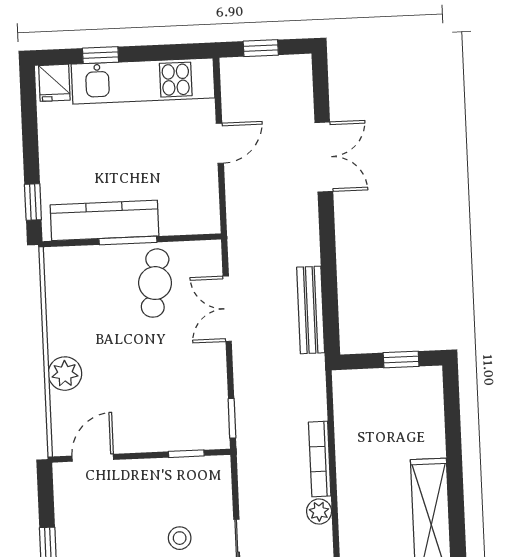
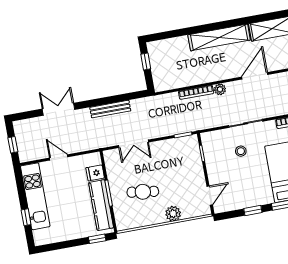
fridge: (54, 83) -> (95, 173), moved, turned 180
cafe table: (155, 283) -> (143, 192), moved
bench: (311, 310) -> (110, 109), moved
door: (93, 458) -> (210, 196), swing flipped

